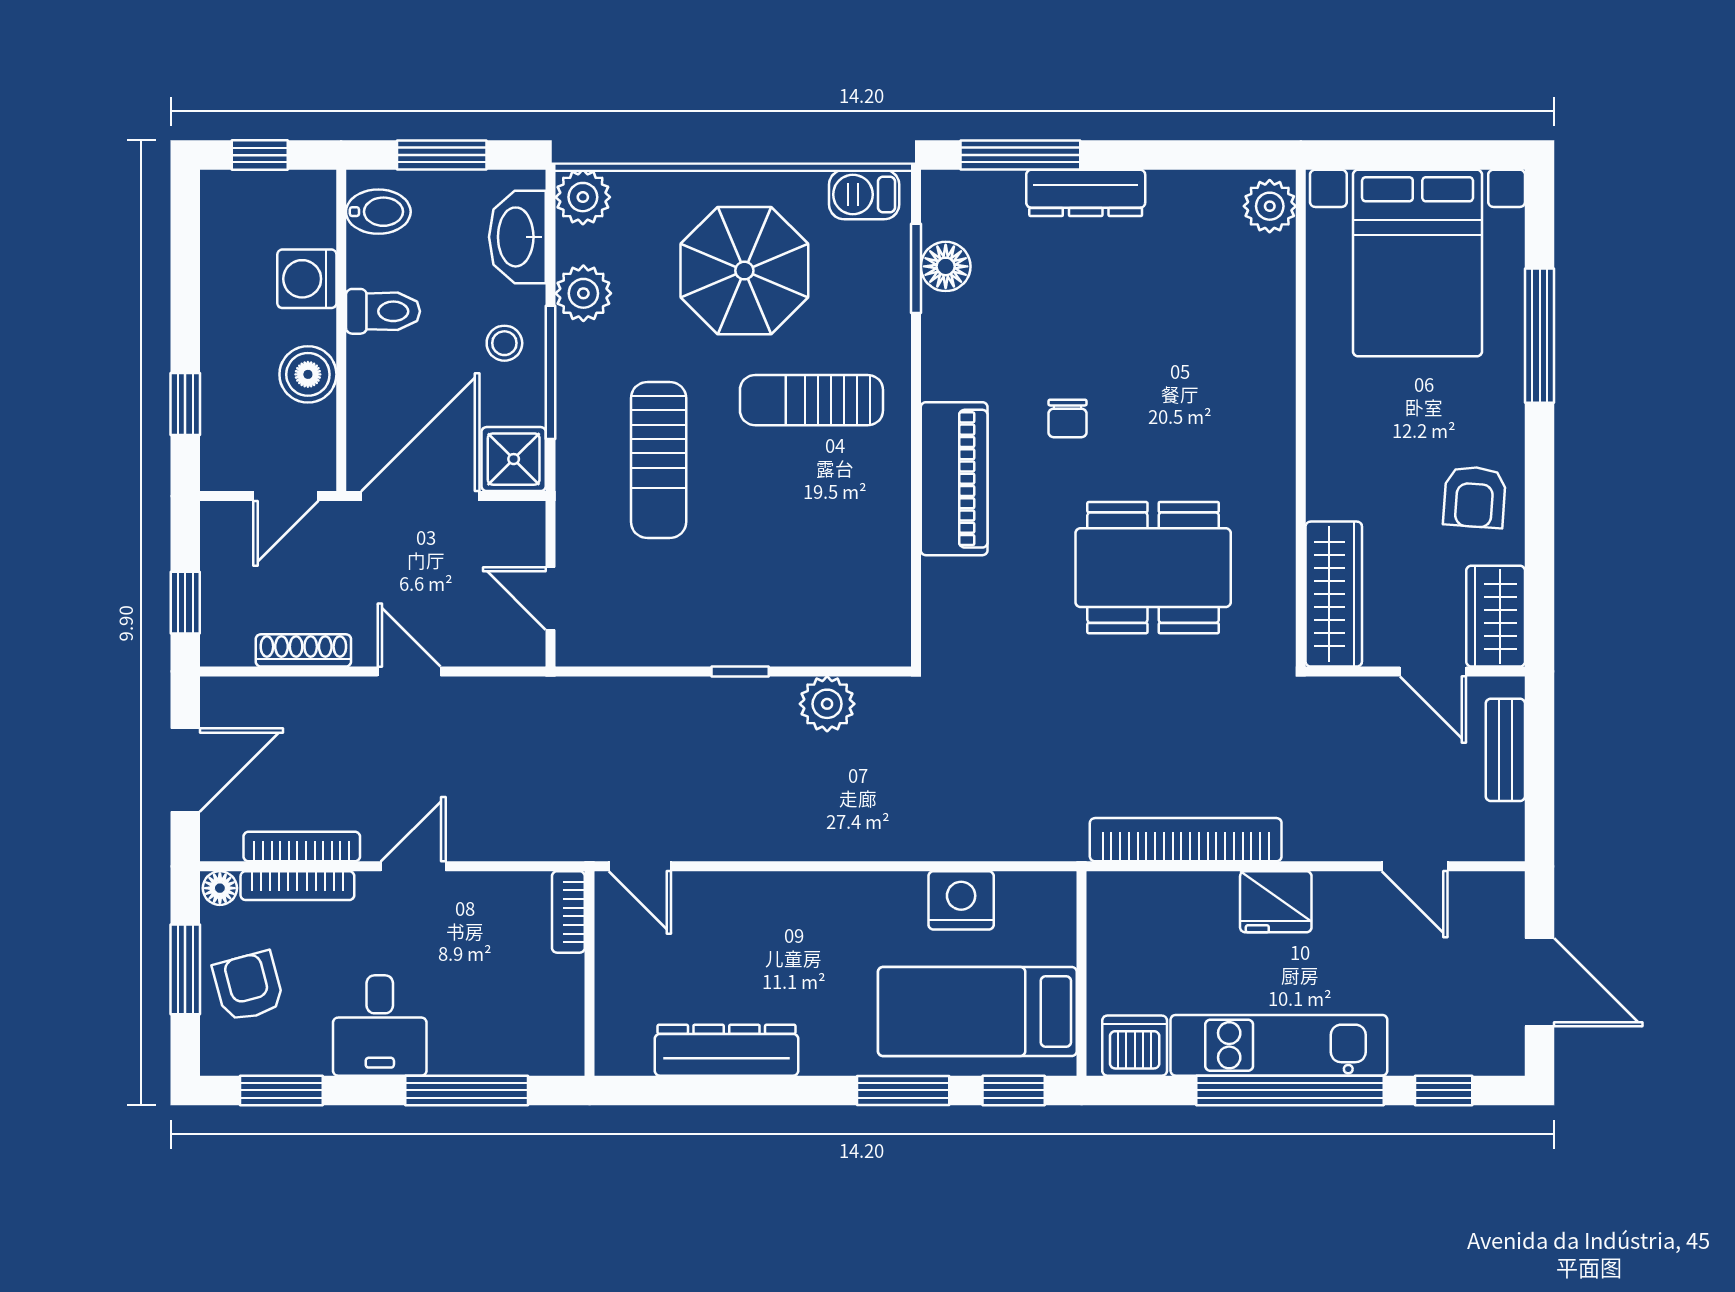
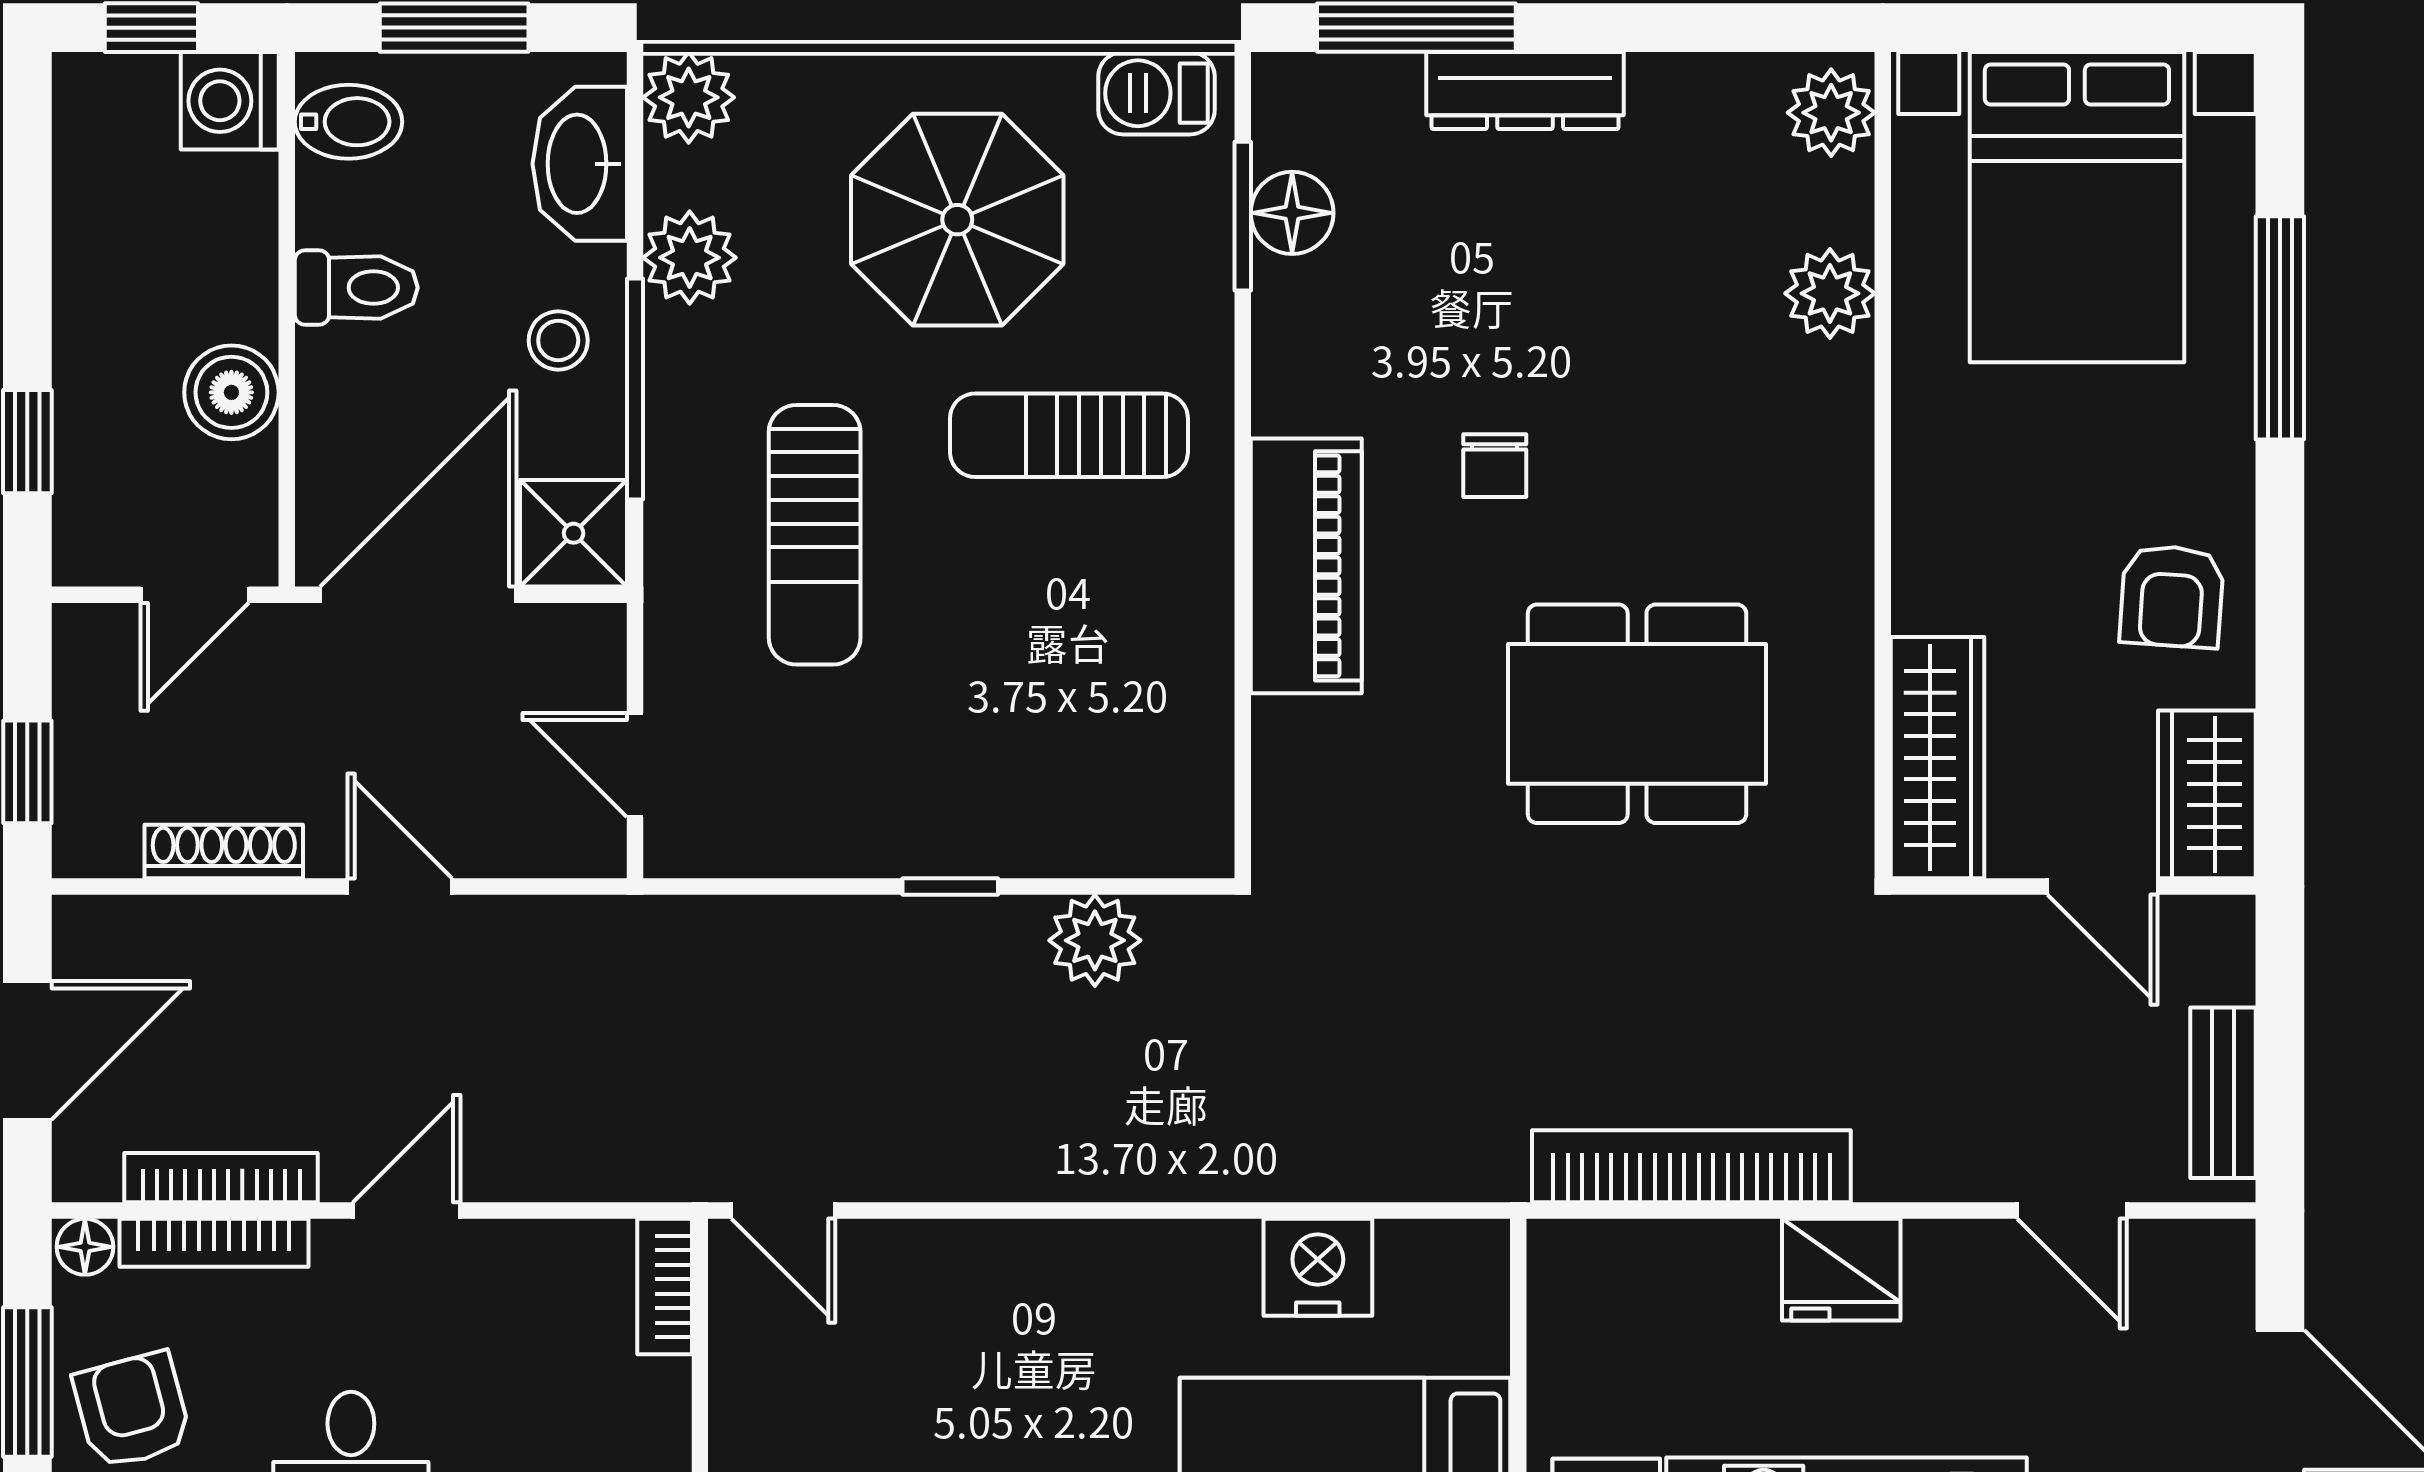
washing machine: (307, 279) -> (230, 101), moved
plant: (1269, 315) -> (1830, 293), added
bench: (1505, 750) -> (2223, 1093), moved

